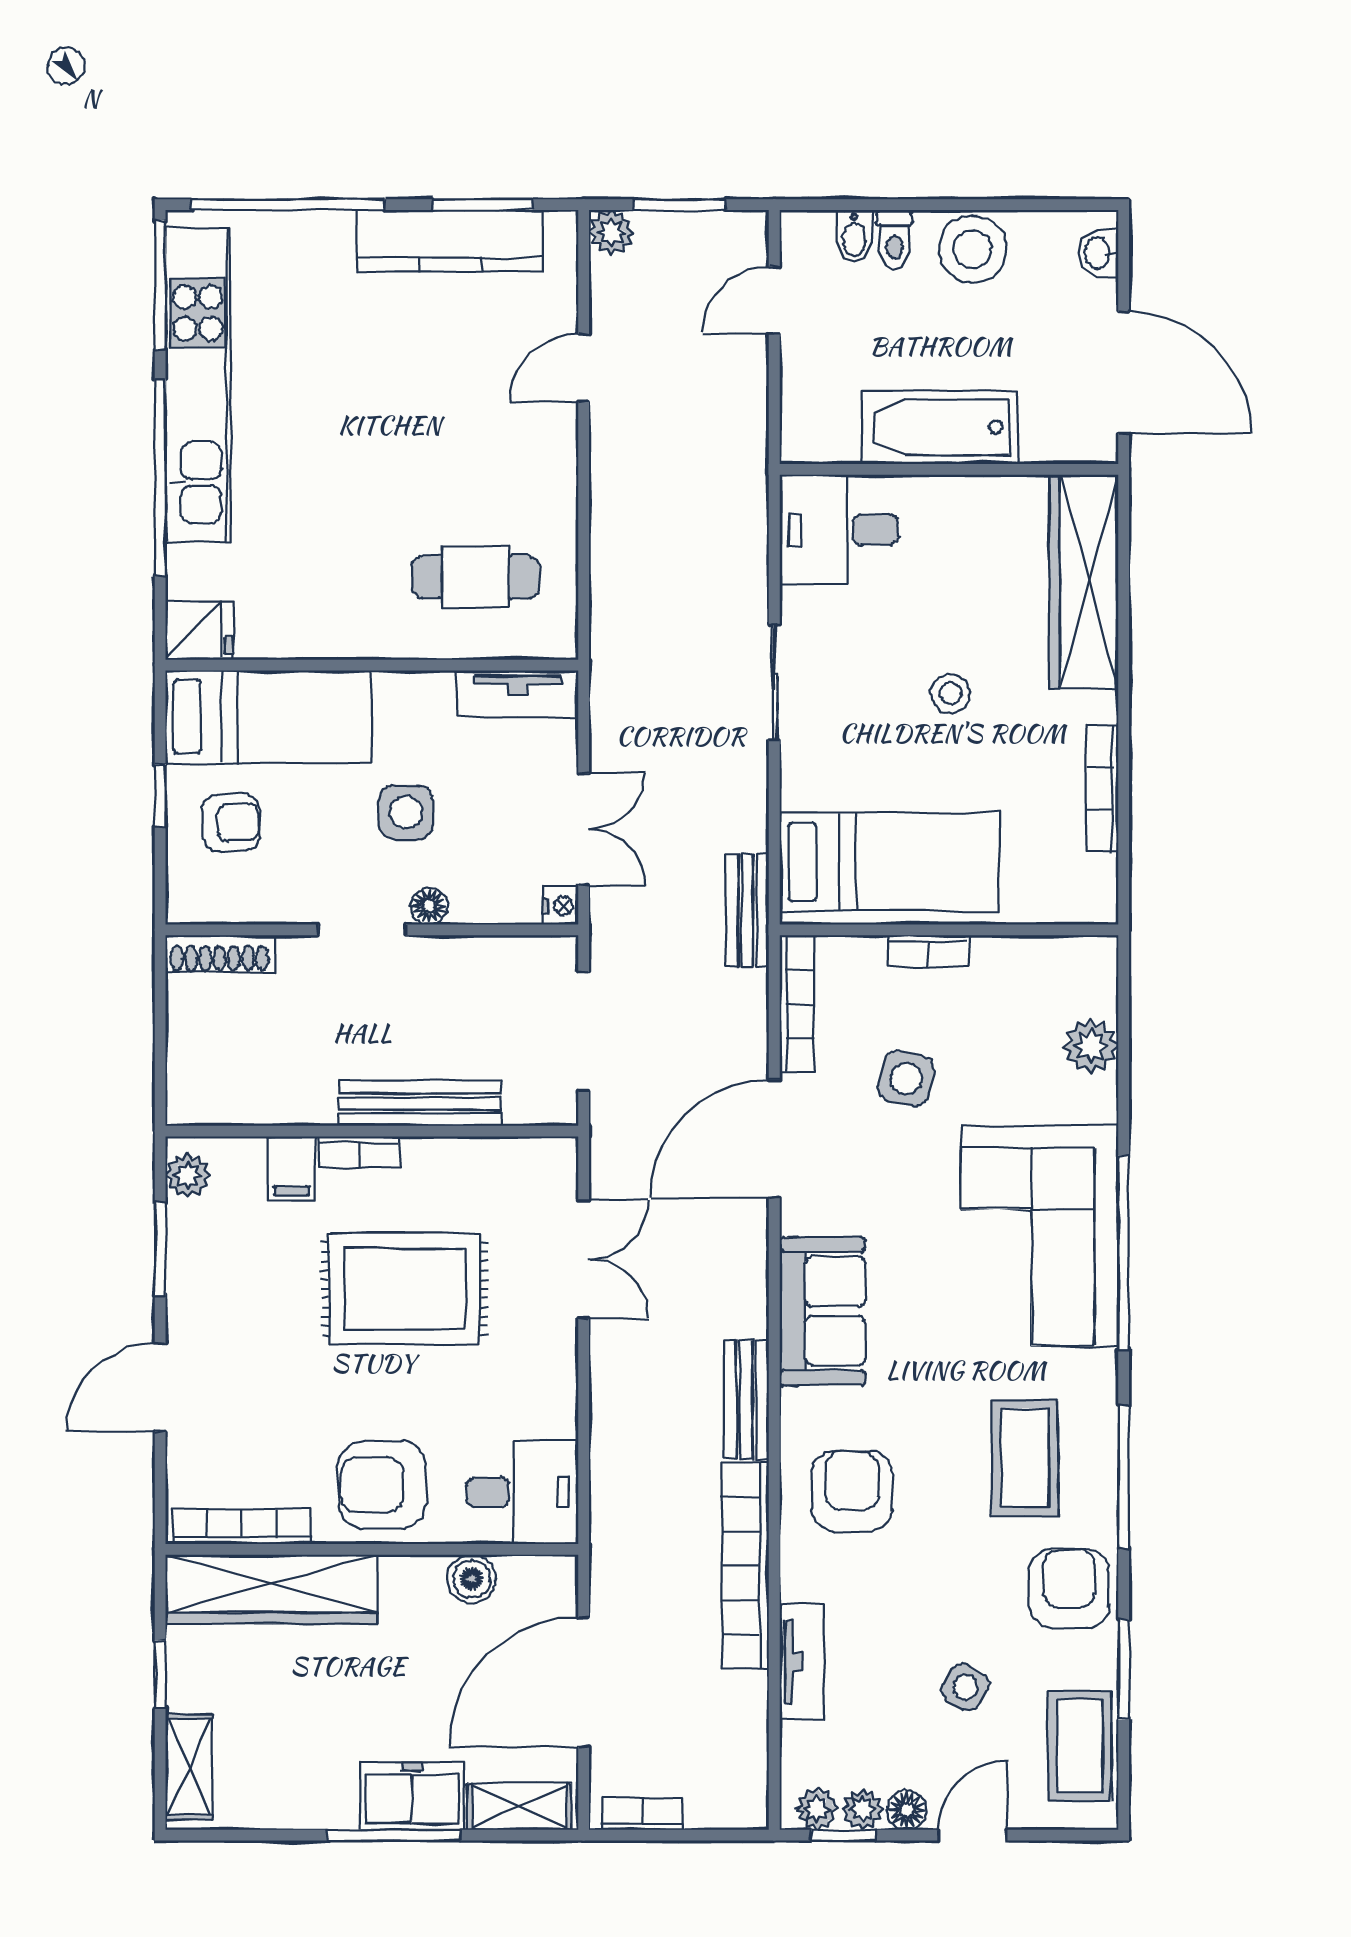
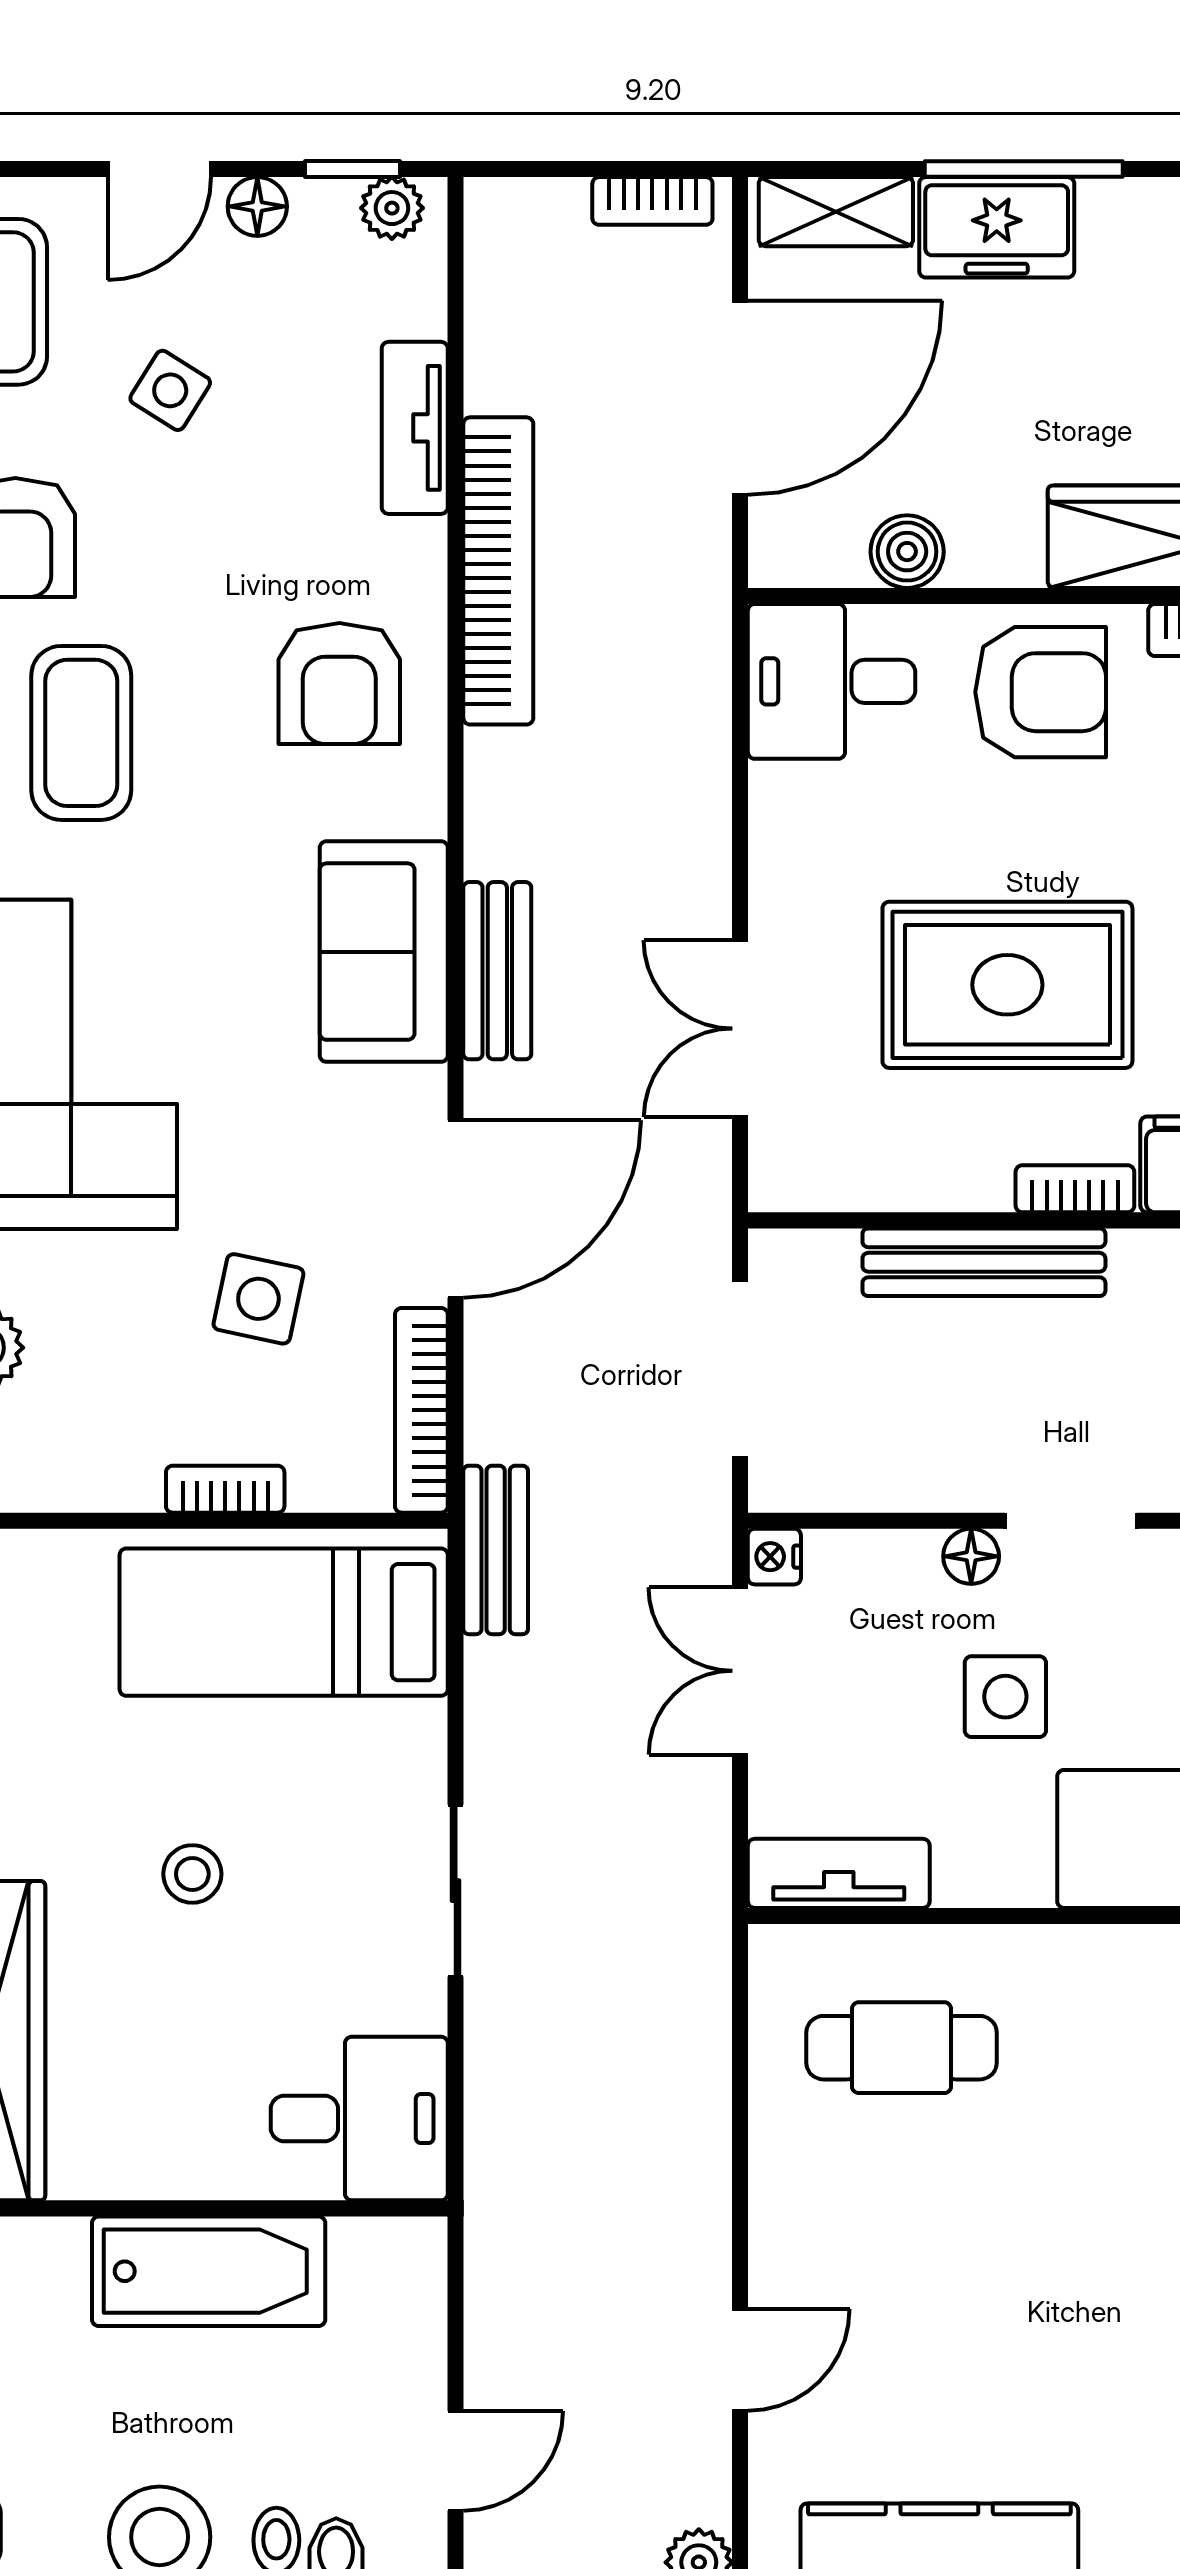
bench: (746, 1399) -> (497, 971), moved
plant: (862, 1809) -> (324, 208), removed

